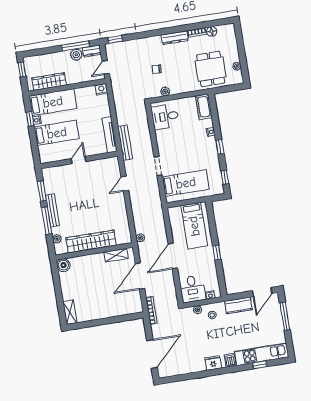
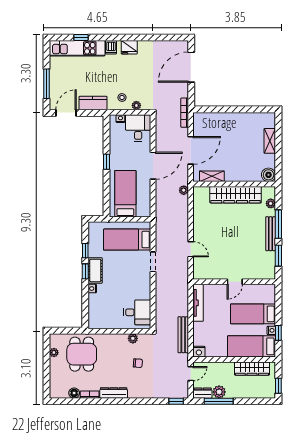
cot: (204, 107) -> (95, 270), moved
bench: (125, 143) -> (183, 335), moved
window: (225, 177) -> (85, 251), moved
door: (125, 184) -> (191, 249), hinge flipped
shelving: (70, 312) -> (270, 141), moved

